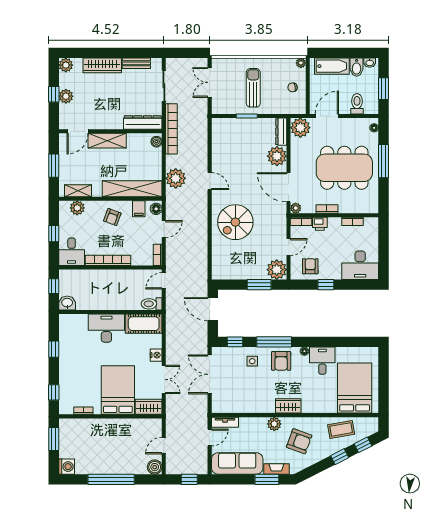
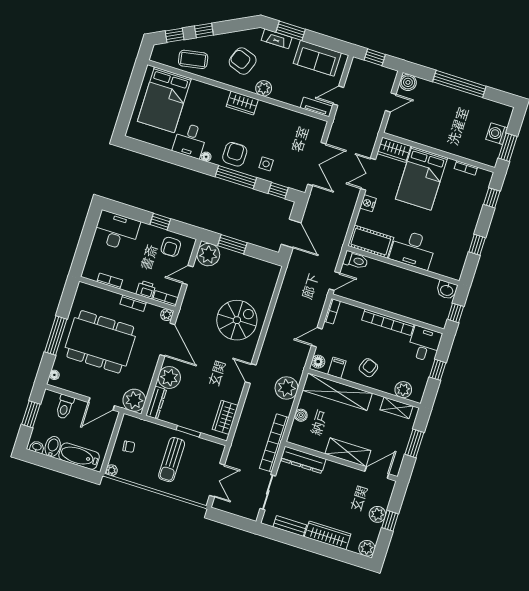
wardrobe: (219, 137) -> (225, 417), added
boiler: (156, 142) -> (301, 415), moved
sofa: (237, 463) -> (317, 58), width x0.73
washing machine: (67, 467) -> (497, 134), moved

